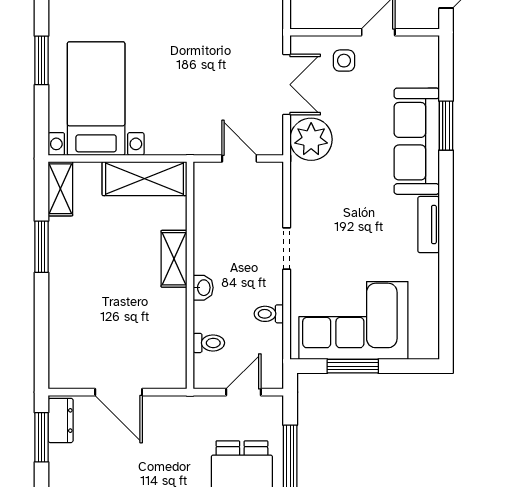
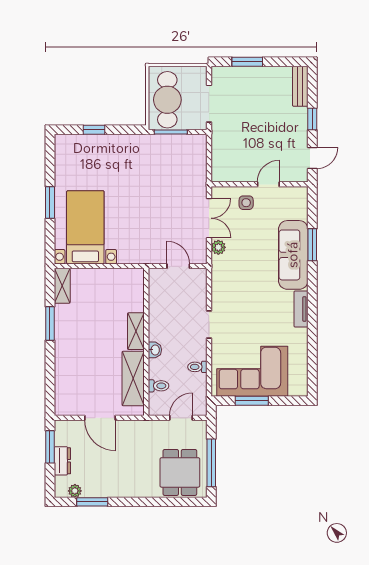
plant: (311, 139) -> (218, 247), width x0.53, depth x0.53
shelving: (144, 179) -> (133, 378), moved, turned 90
dresser: (61, 420) -> (62, 461), moved

